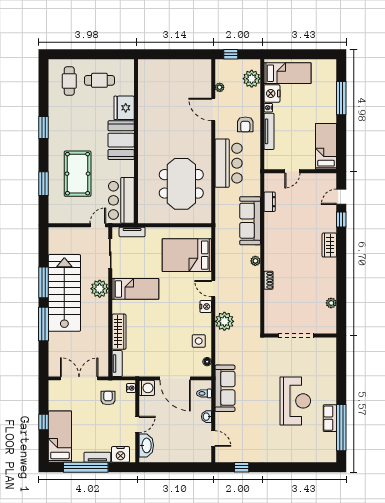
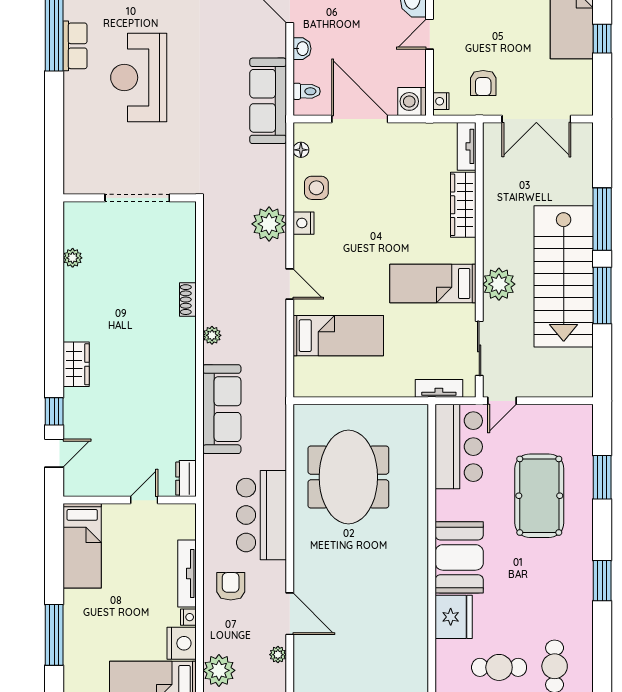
dresser: (270, 202) -> (186, 479), moved
bed: (187, 255) -> (338, 336), width x0.67
nightstand: (206, 306) -> (303, 223), moved

